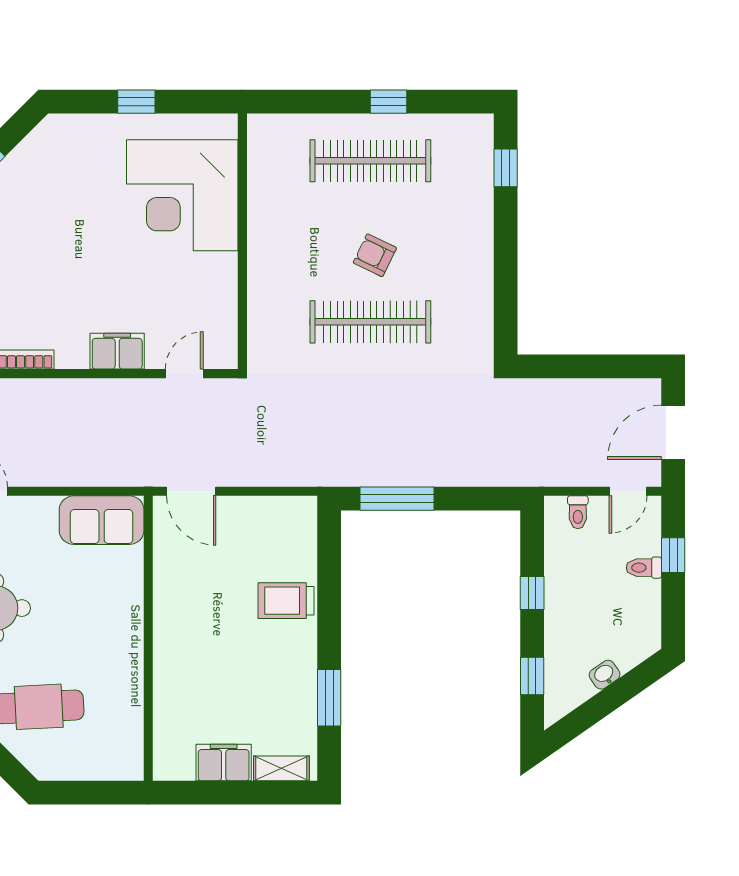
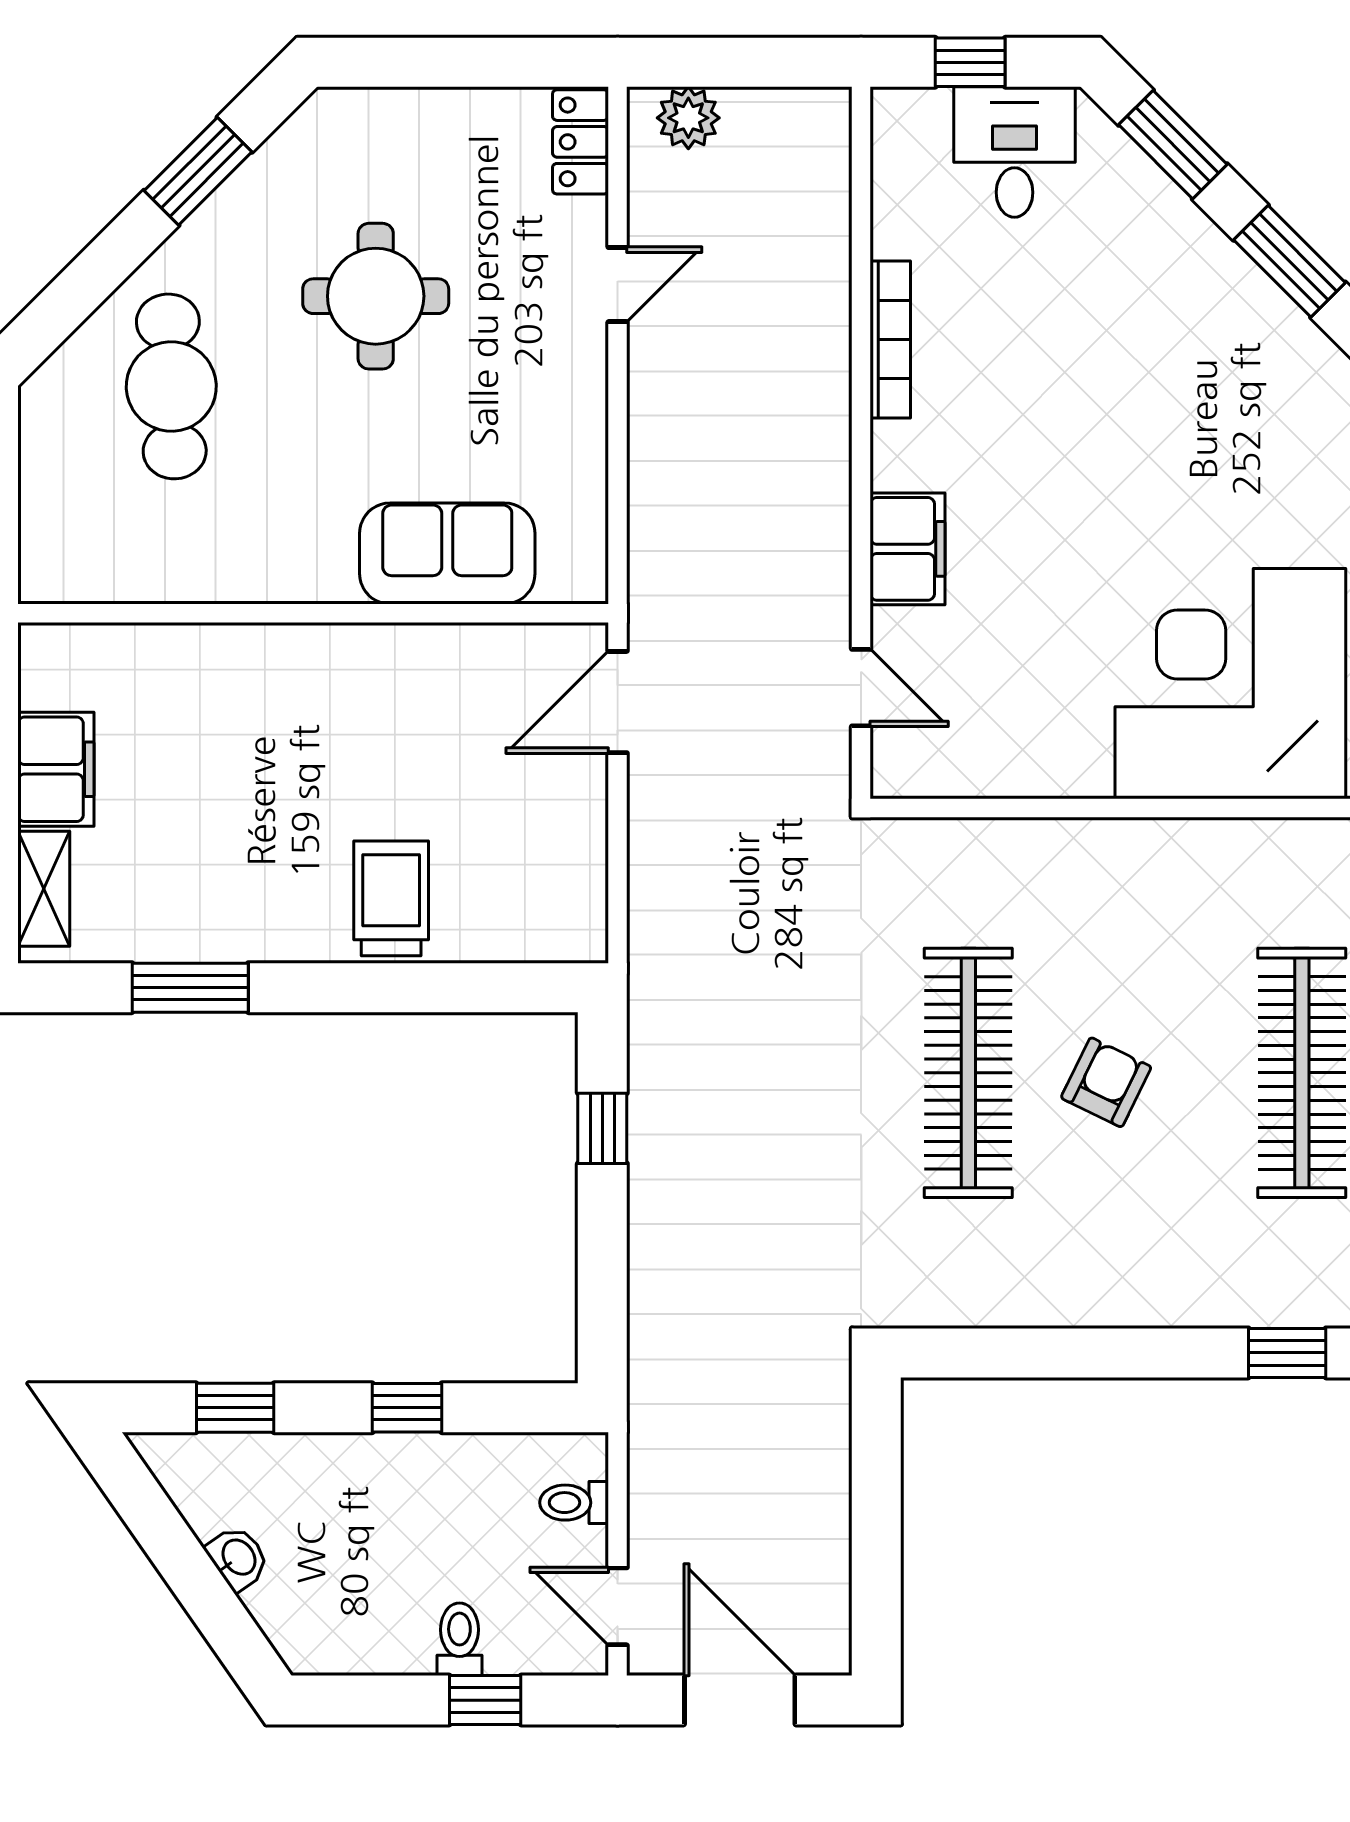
window: (397, 499) -> (602, 1128), width x0.46
sofa: (102, 520) -> (447, 553), moved, turned 90

